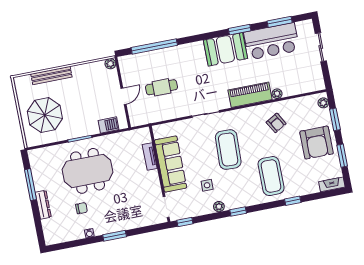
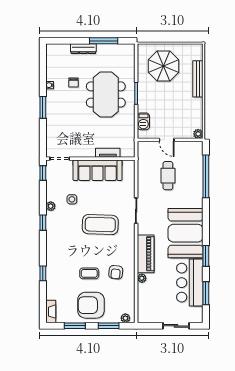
booth: (225, 49) -> (186, 233), width x1.36, depth x1.42
armchair: (276, 123) -> (116, 272), turned -54
coffee table: (271, 176) -> (89, 273), moved, width x0.54, depth x0.58

